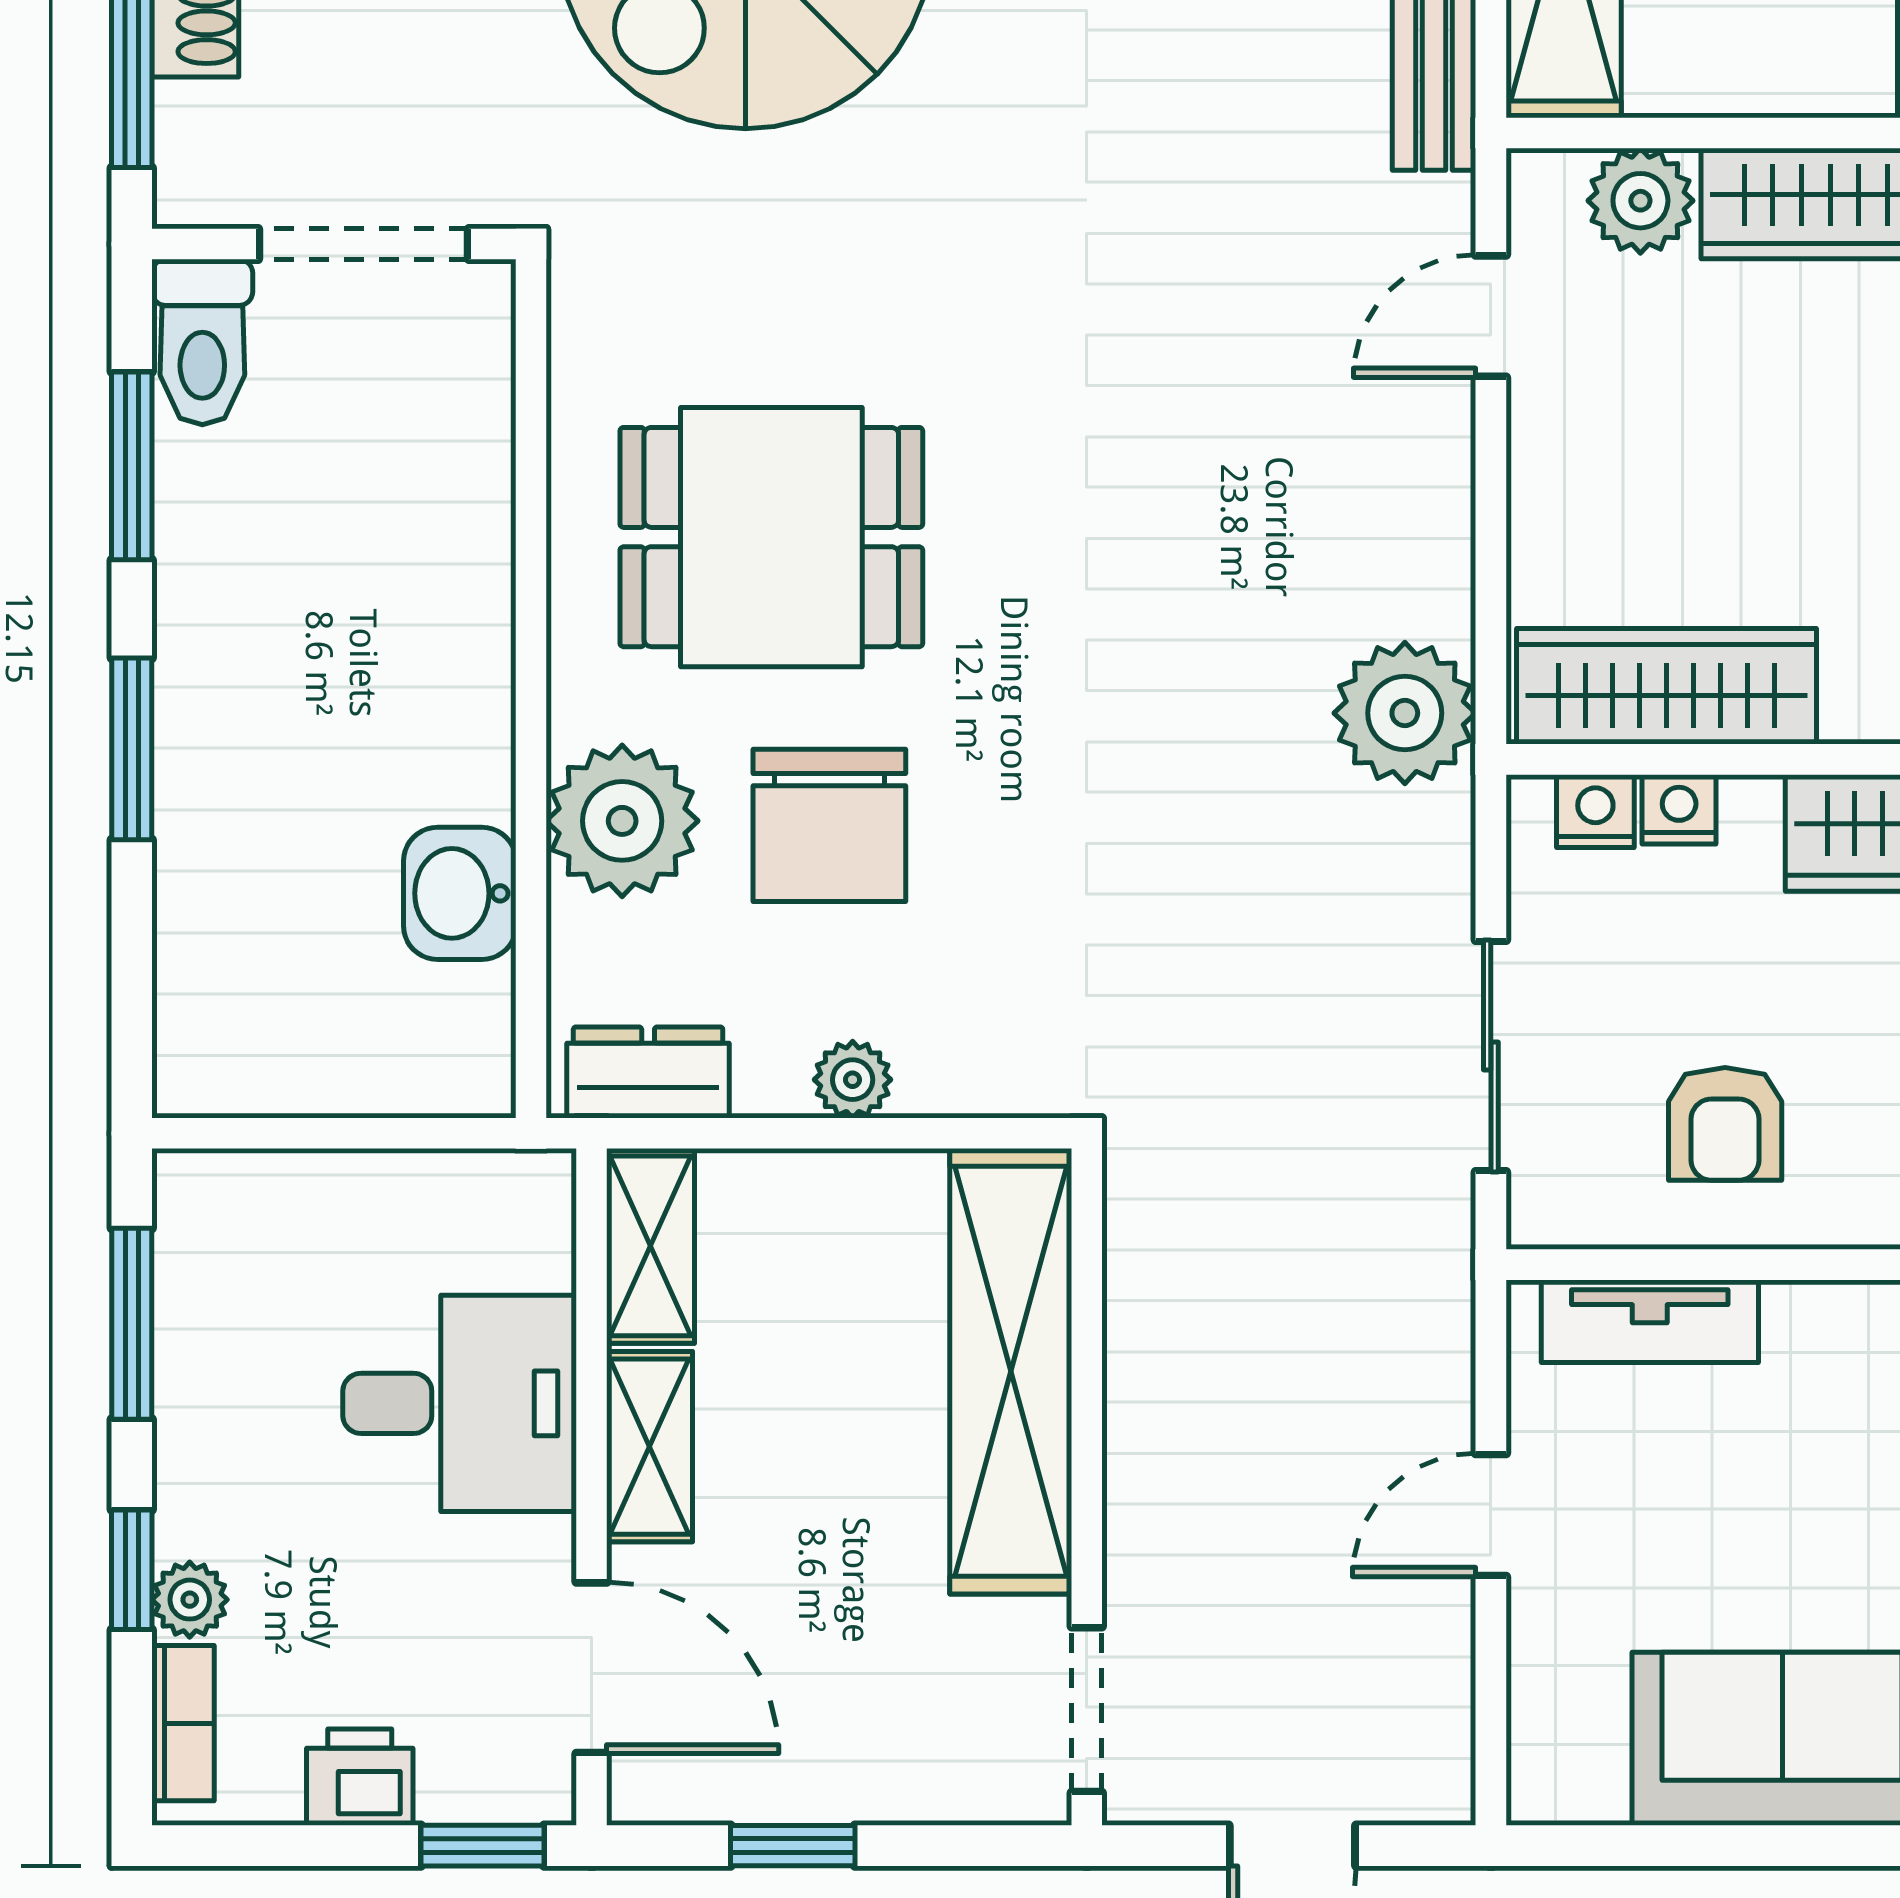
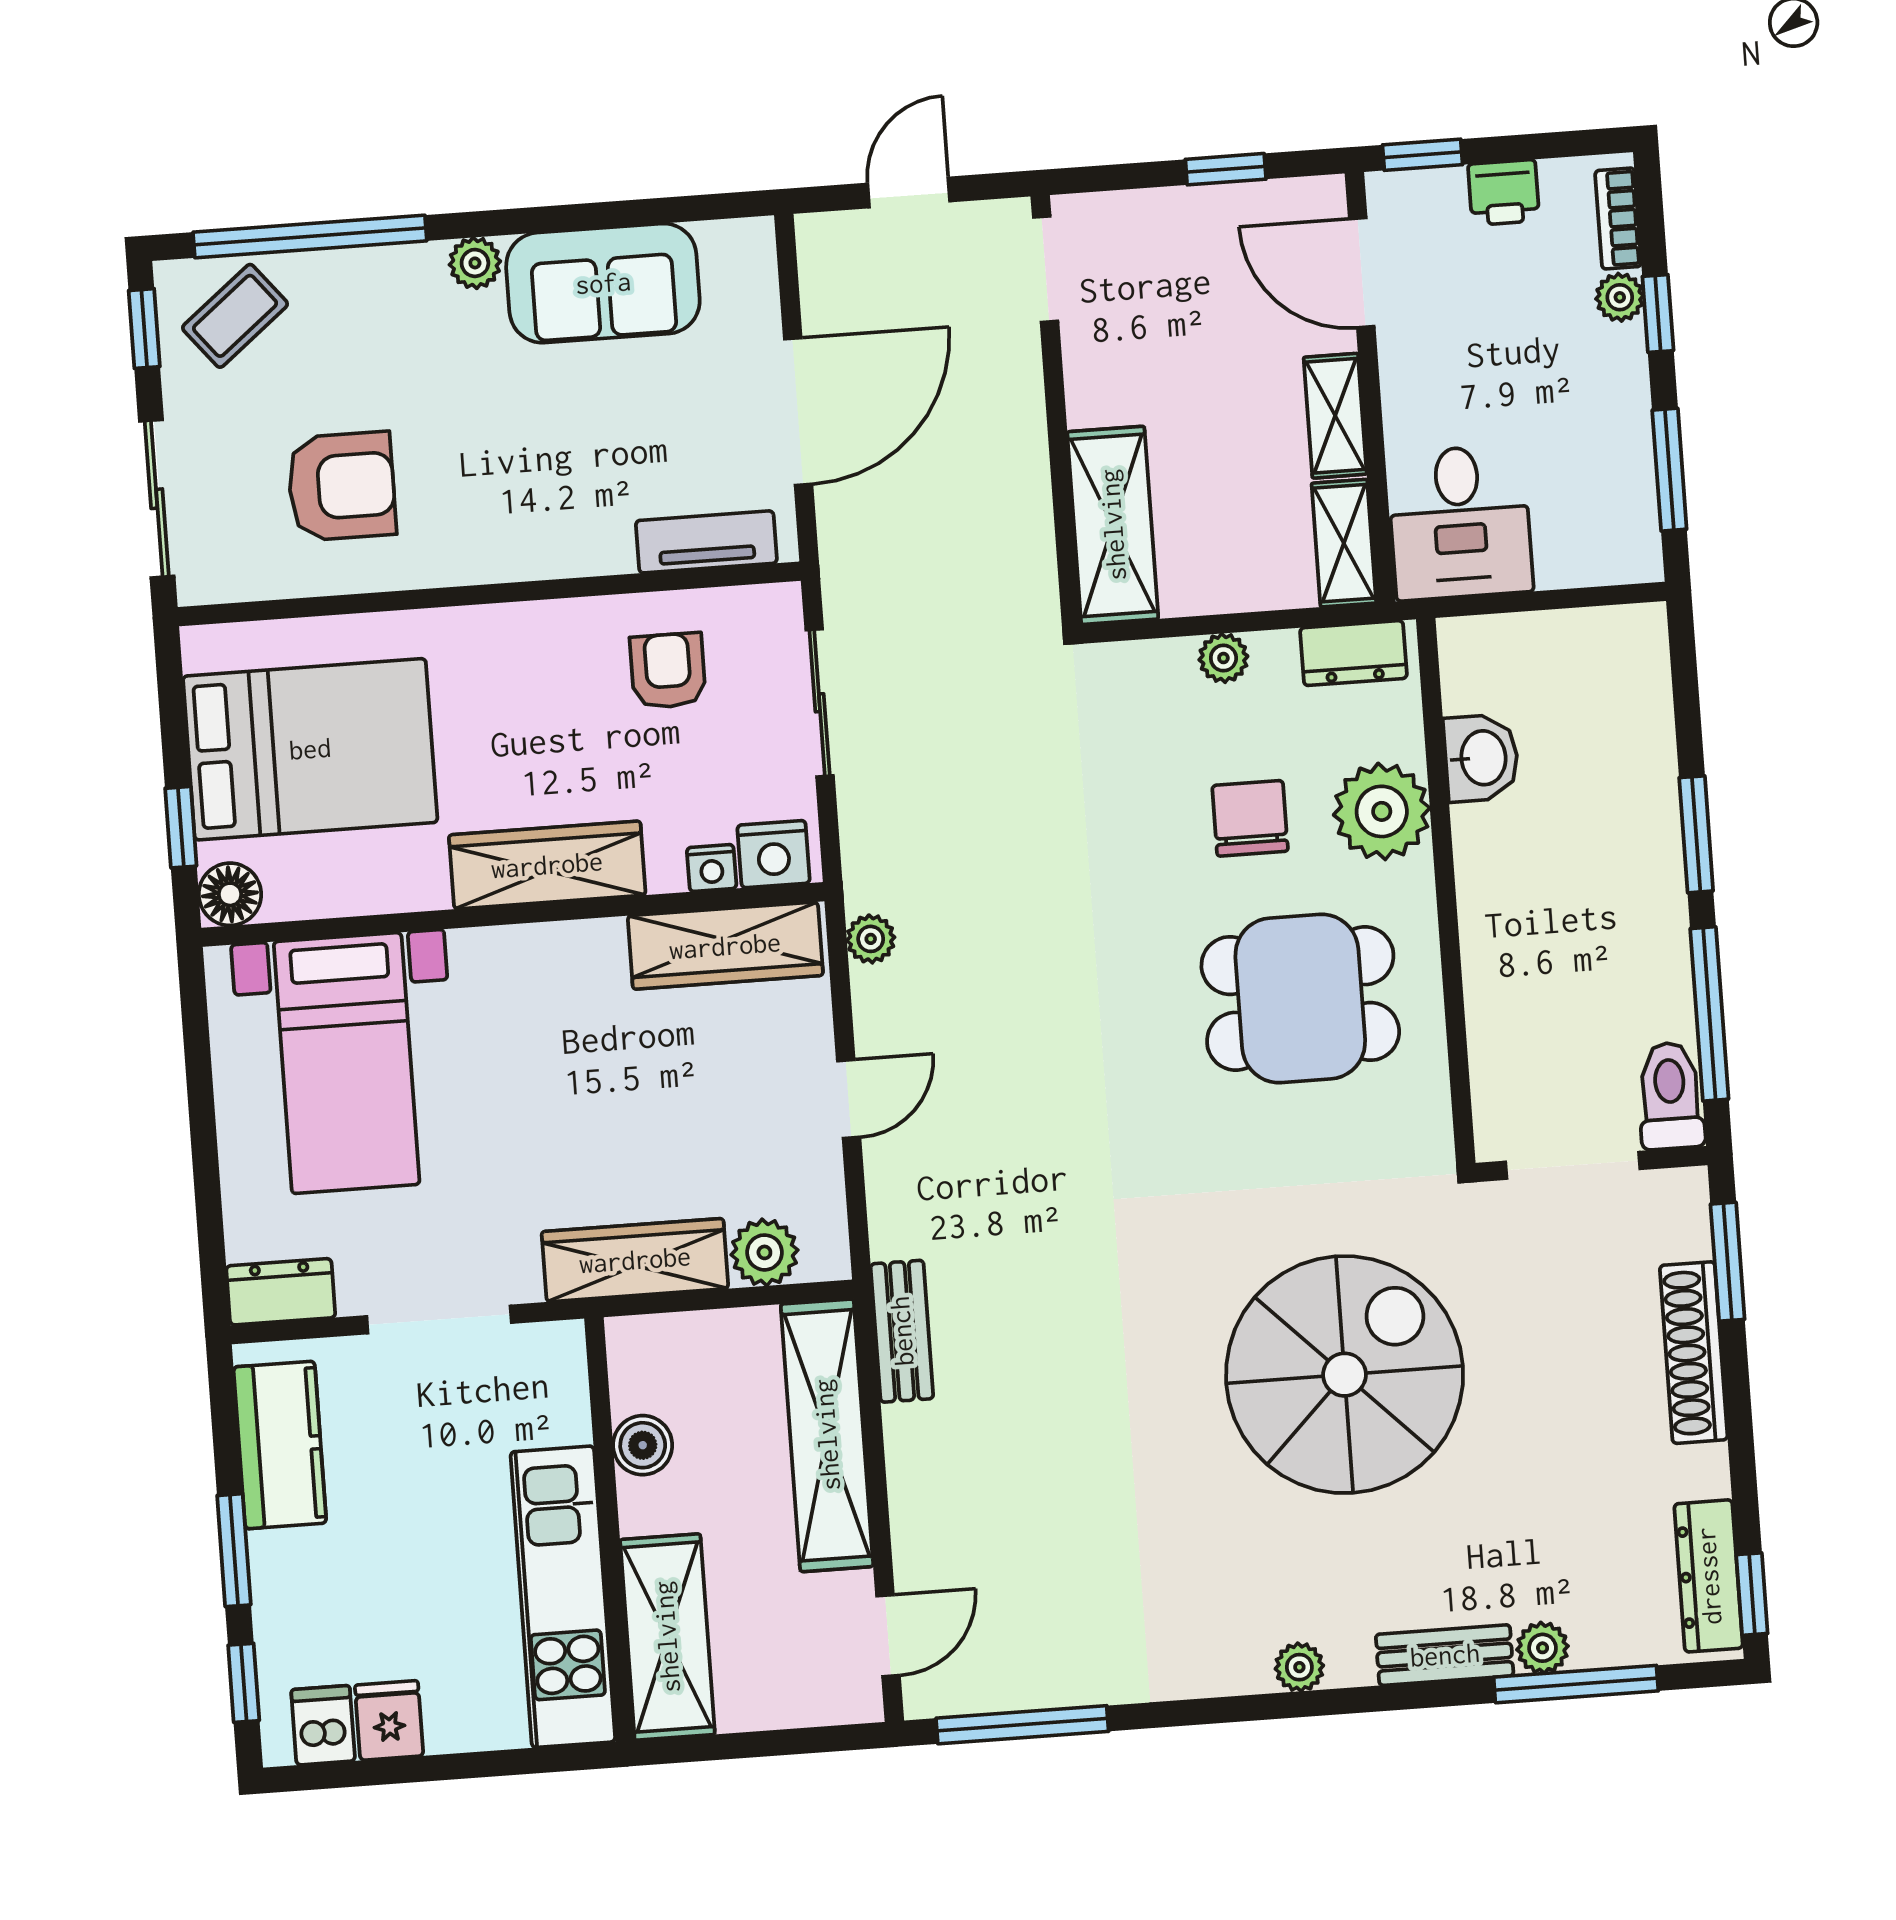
door: (1491, 316) -> (849, 1099), moved
window: (132, 466) -> (1709, 1014), width x1.44
plant: (1405, 713) -> (871, 939), width x0.53, depth x0.53
nightstand: (1595, 811) -> (774, 854), width x1.39, depth x1.35
chair: (829, 825) -> (1250, 818), width x0.73, depth x0.73
shelving: (1011, 1371) -> (1113, 525), width x0.68
desk: (460, 1403) -> (1460, 522), moved, turned -90
door: (1491, 1515) -> (798, 412), width x1.88

